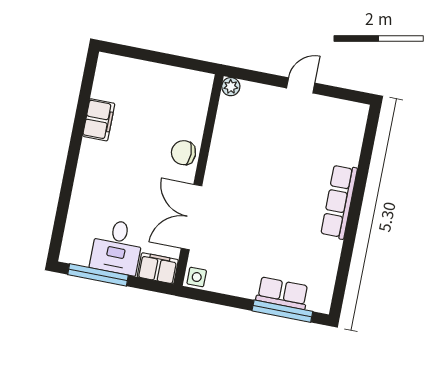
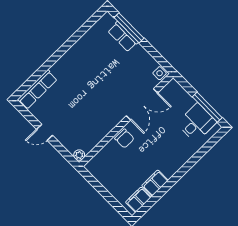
row of seats: (339, 202) -> (37, 89), moved
desk: (117, 247) -> (197, 123), moved
filing cabinet: (158, 268) -> (138, 200), moved, turned 90

